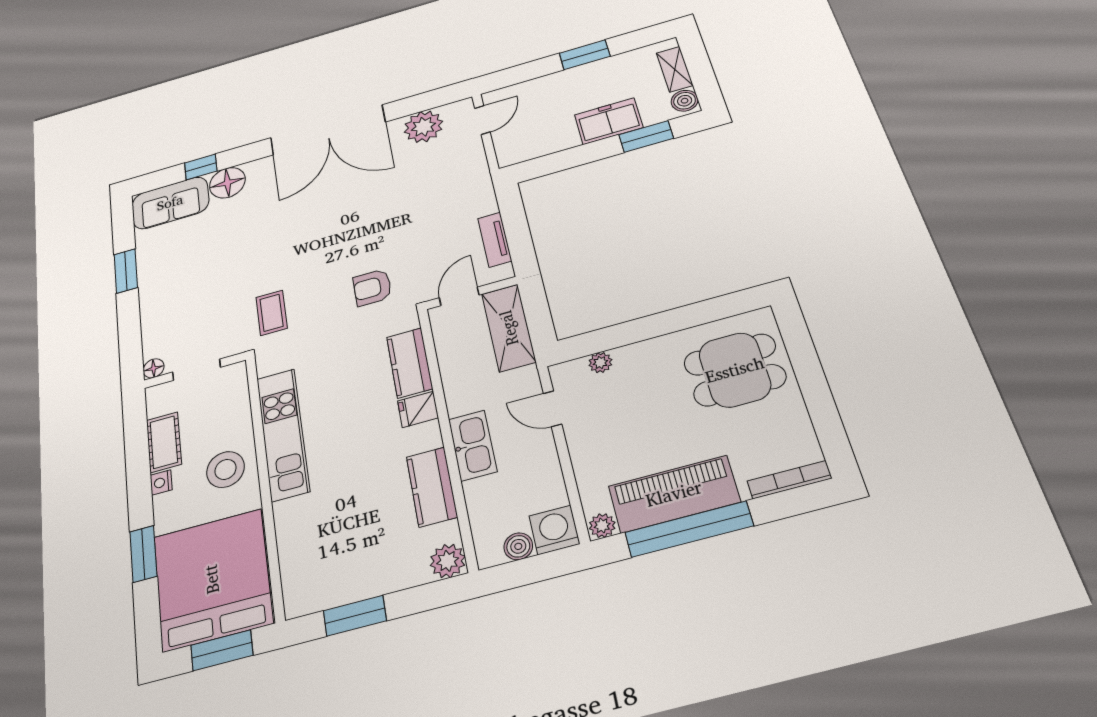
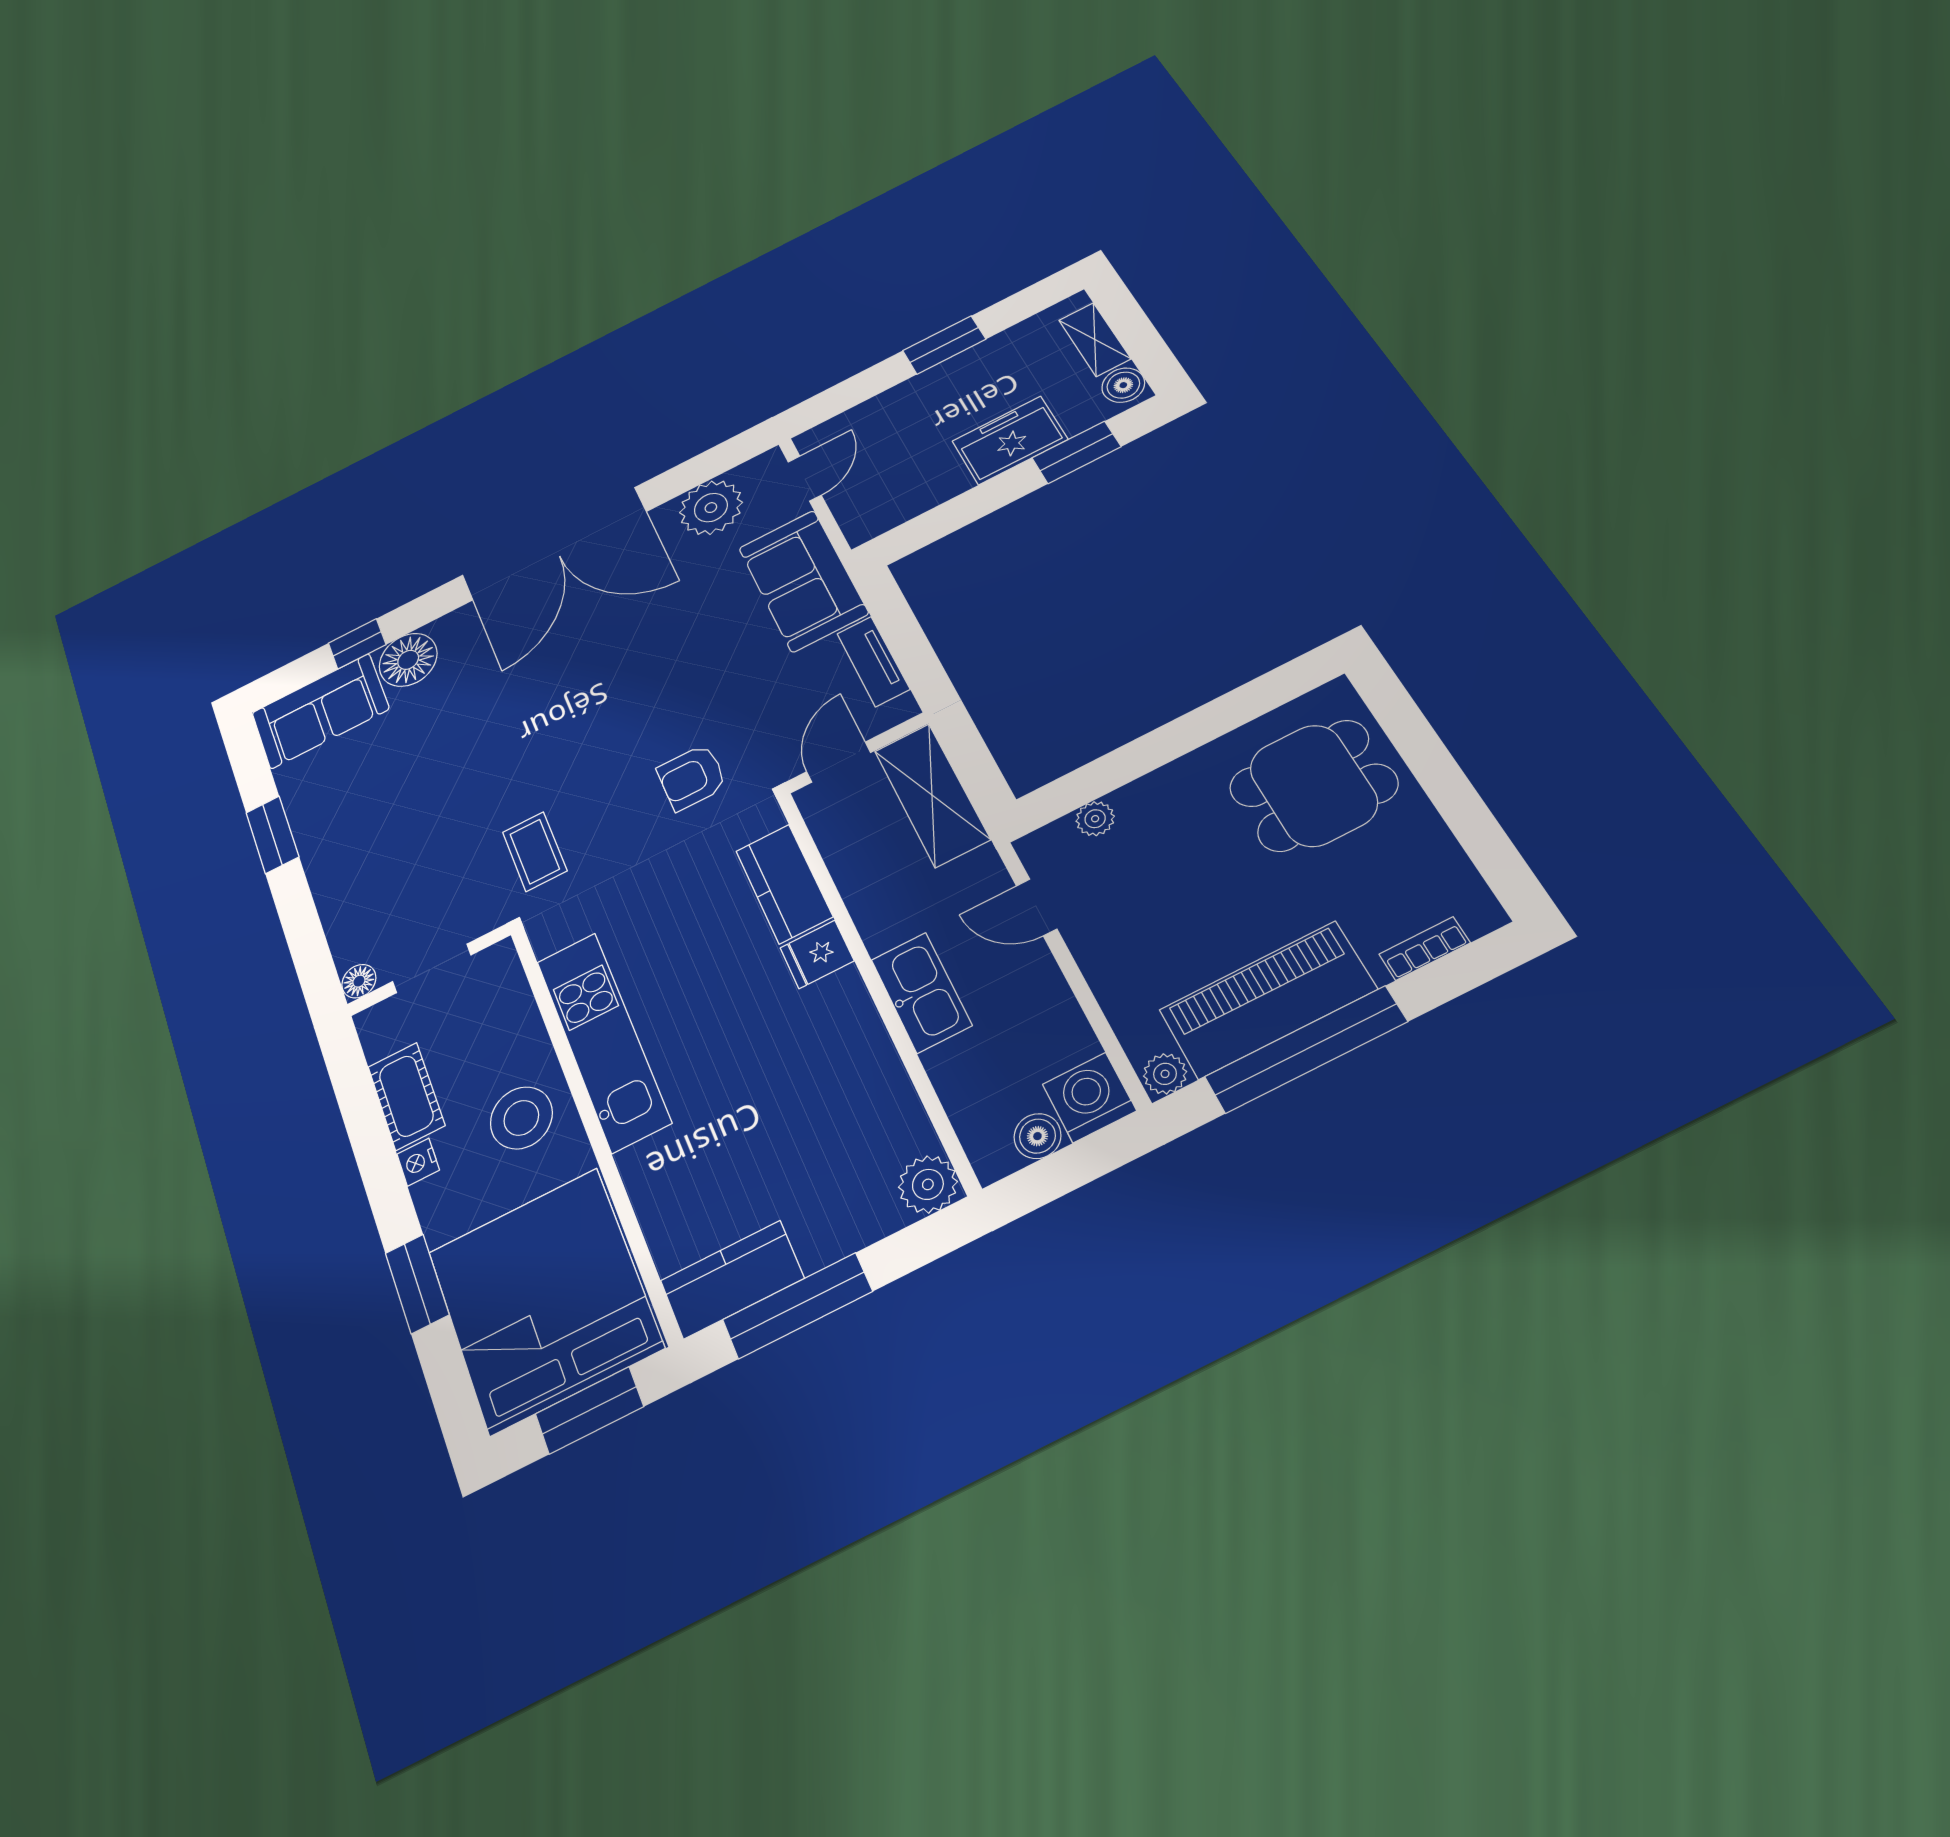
sofa: (466, 182) -> (803, 581), added
bookcase: (789, 480) -> (1424, 948), width x0.64
kitchen counter: (432, 487) -> (732, 1279), moved, turned 90
window: (355, 616) -> (797, 1306), width x1.44

